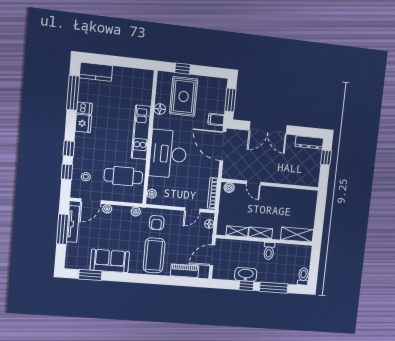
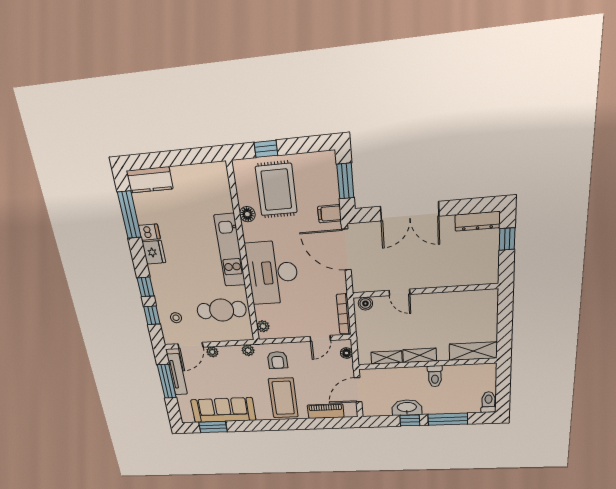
sofa: (110, 261) -> (223, 410), width x1.36

